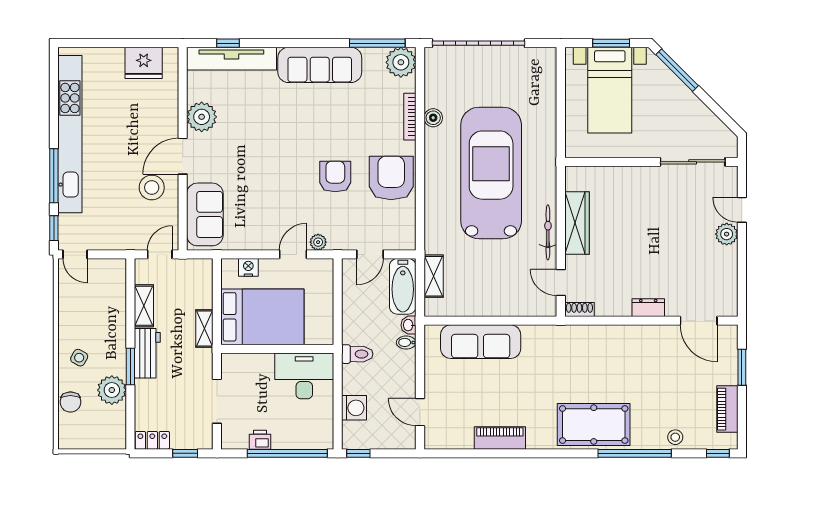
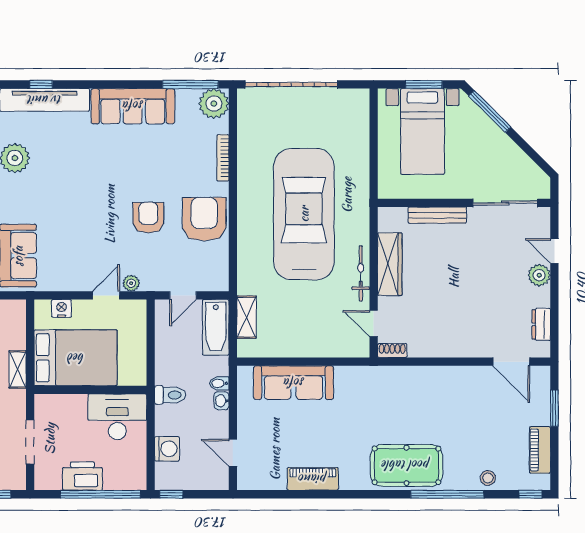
boiler: (433, 118) -> (246, 159), removed
bench: (625, 174) -> (437, 215), added
dresser: (648, 308) -> (541, 324), moved, turned -90
washbasin: (409, 325) -> (222, 401), moved
printer: (260, 440) -> (82, 476), width x1.87, depth x1.48

